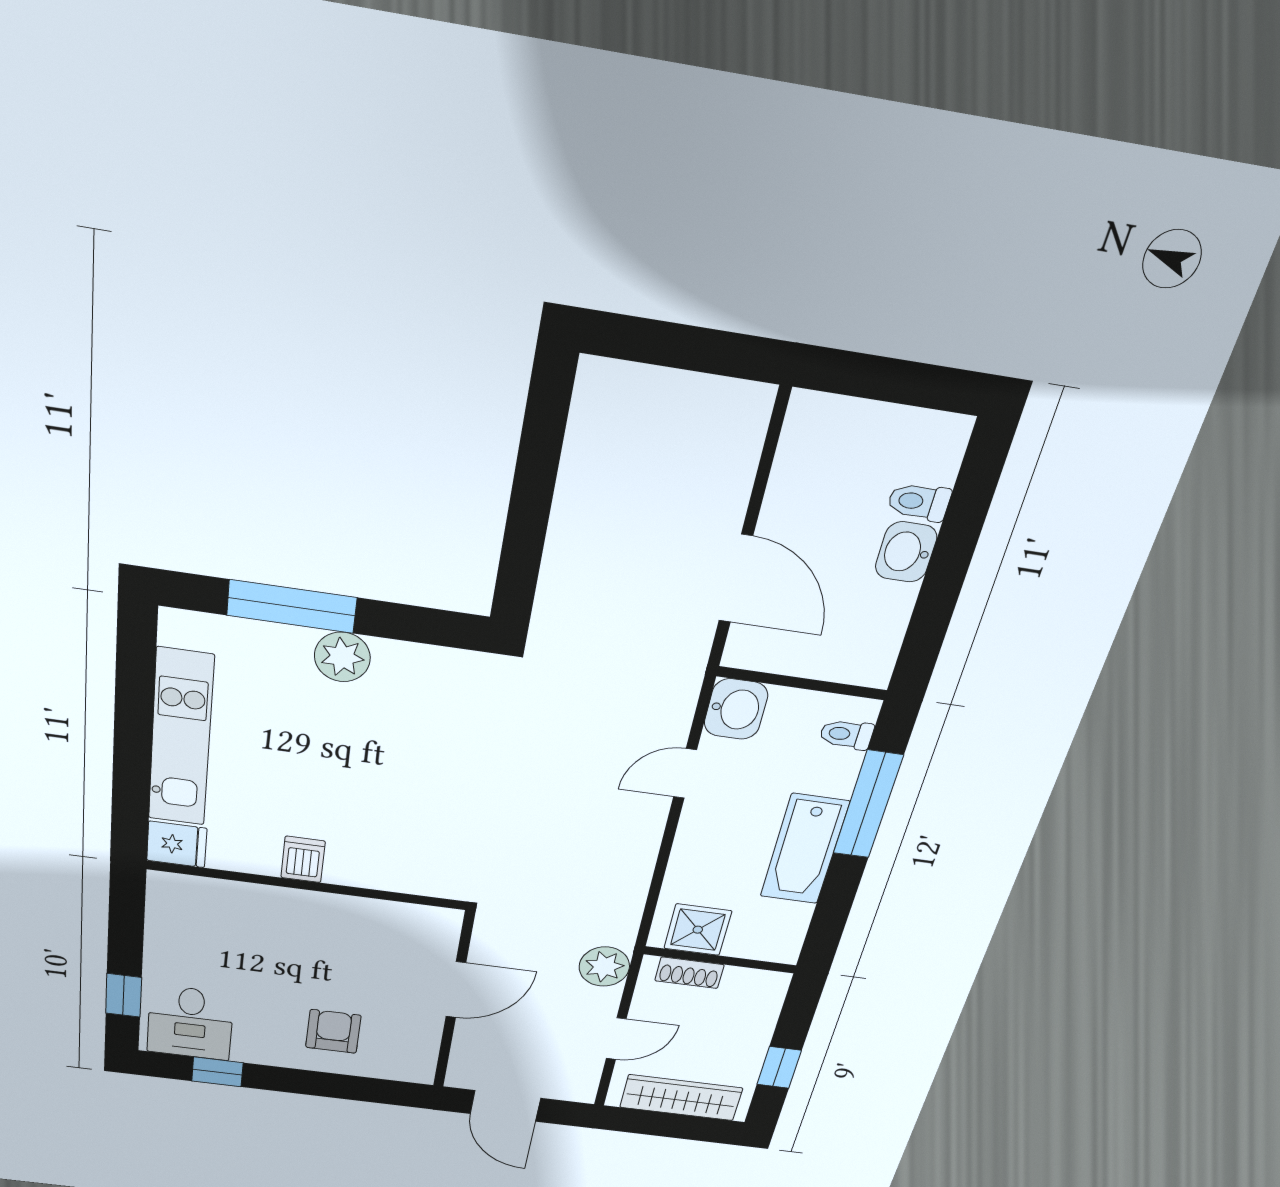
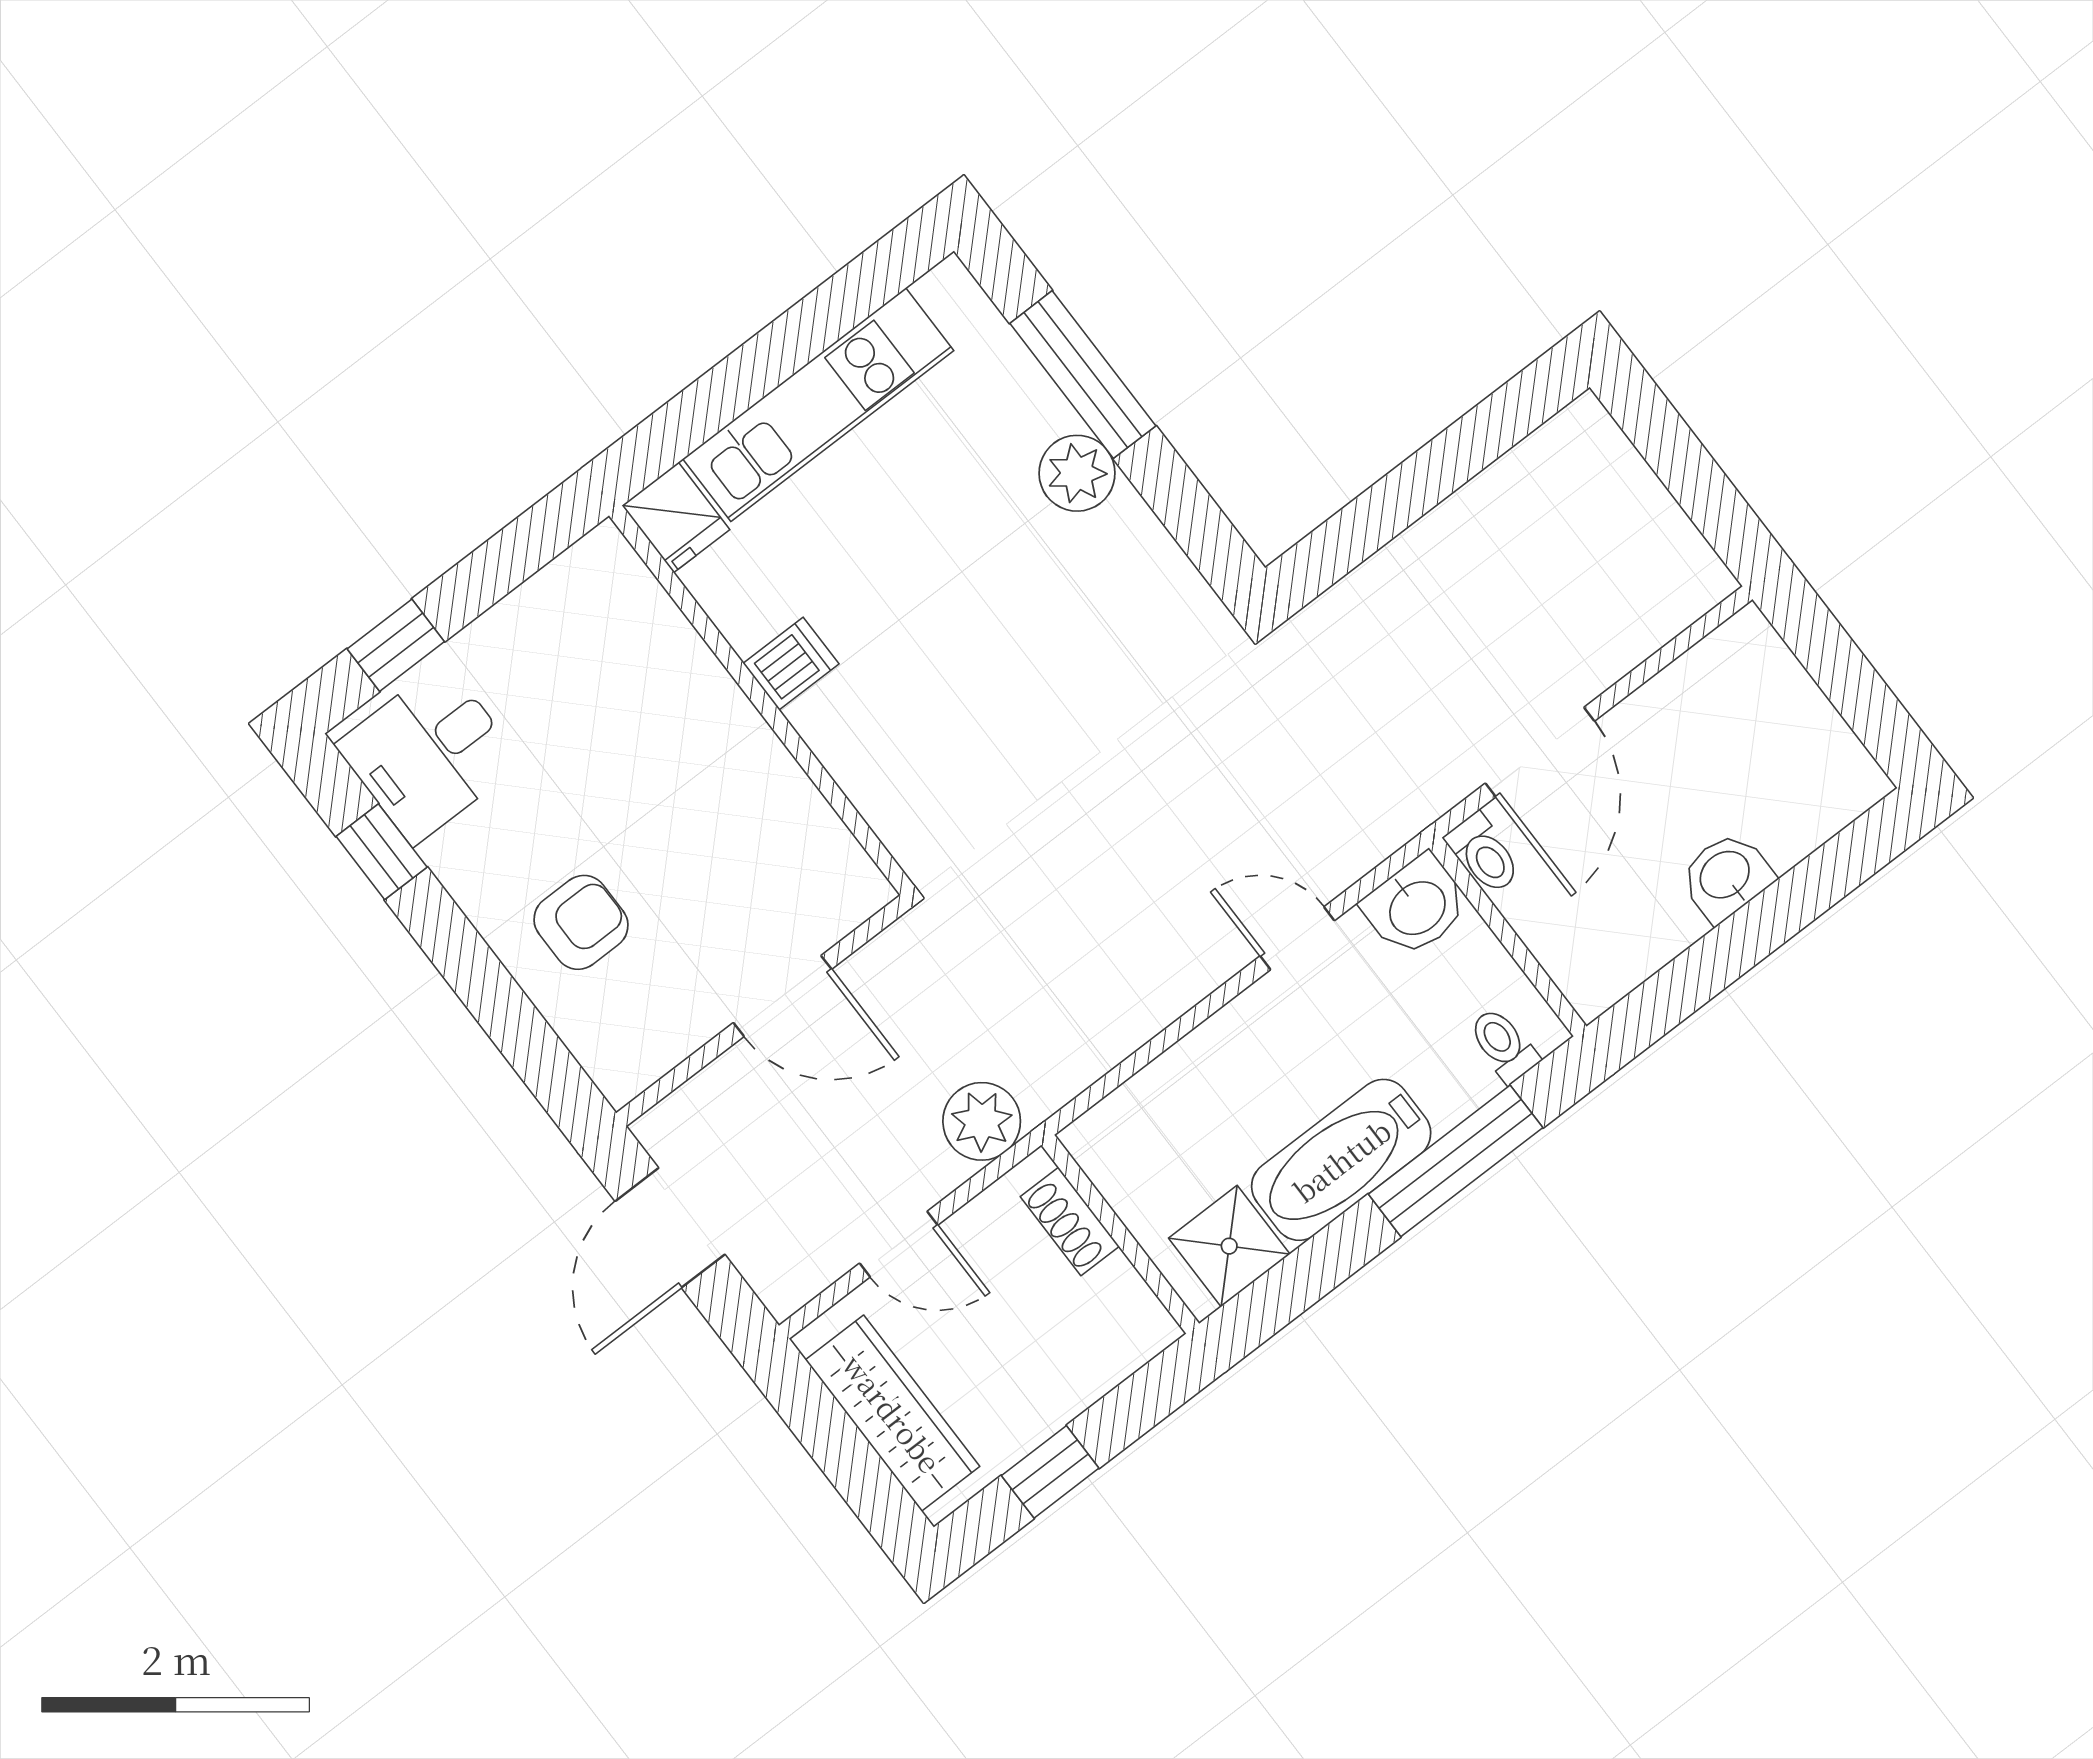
toilet: (919, 502) -> (1484, 854), moved, turned 180
shower: (698, 930) -> (1229, 1246), moved

